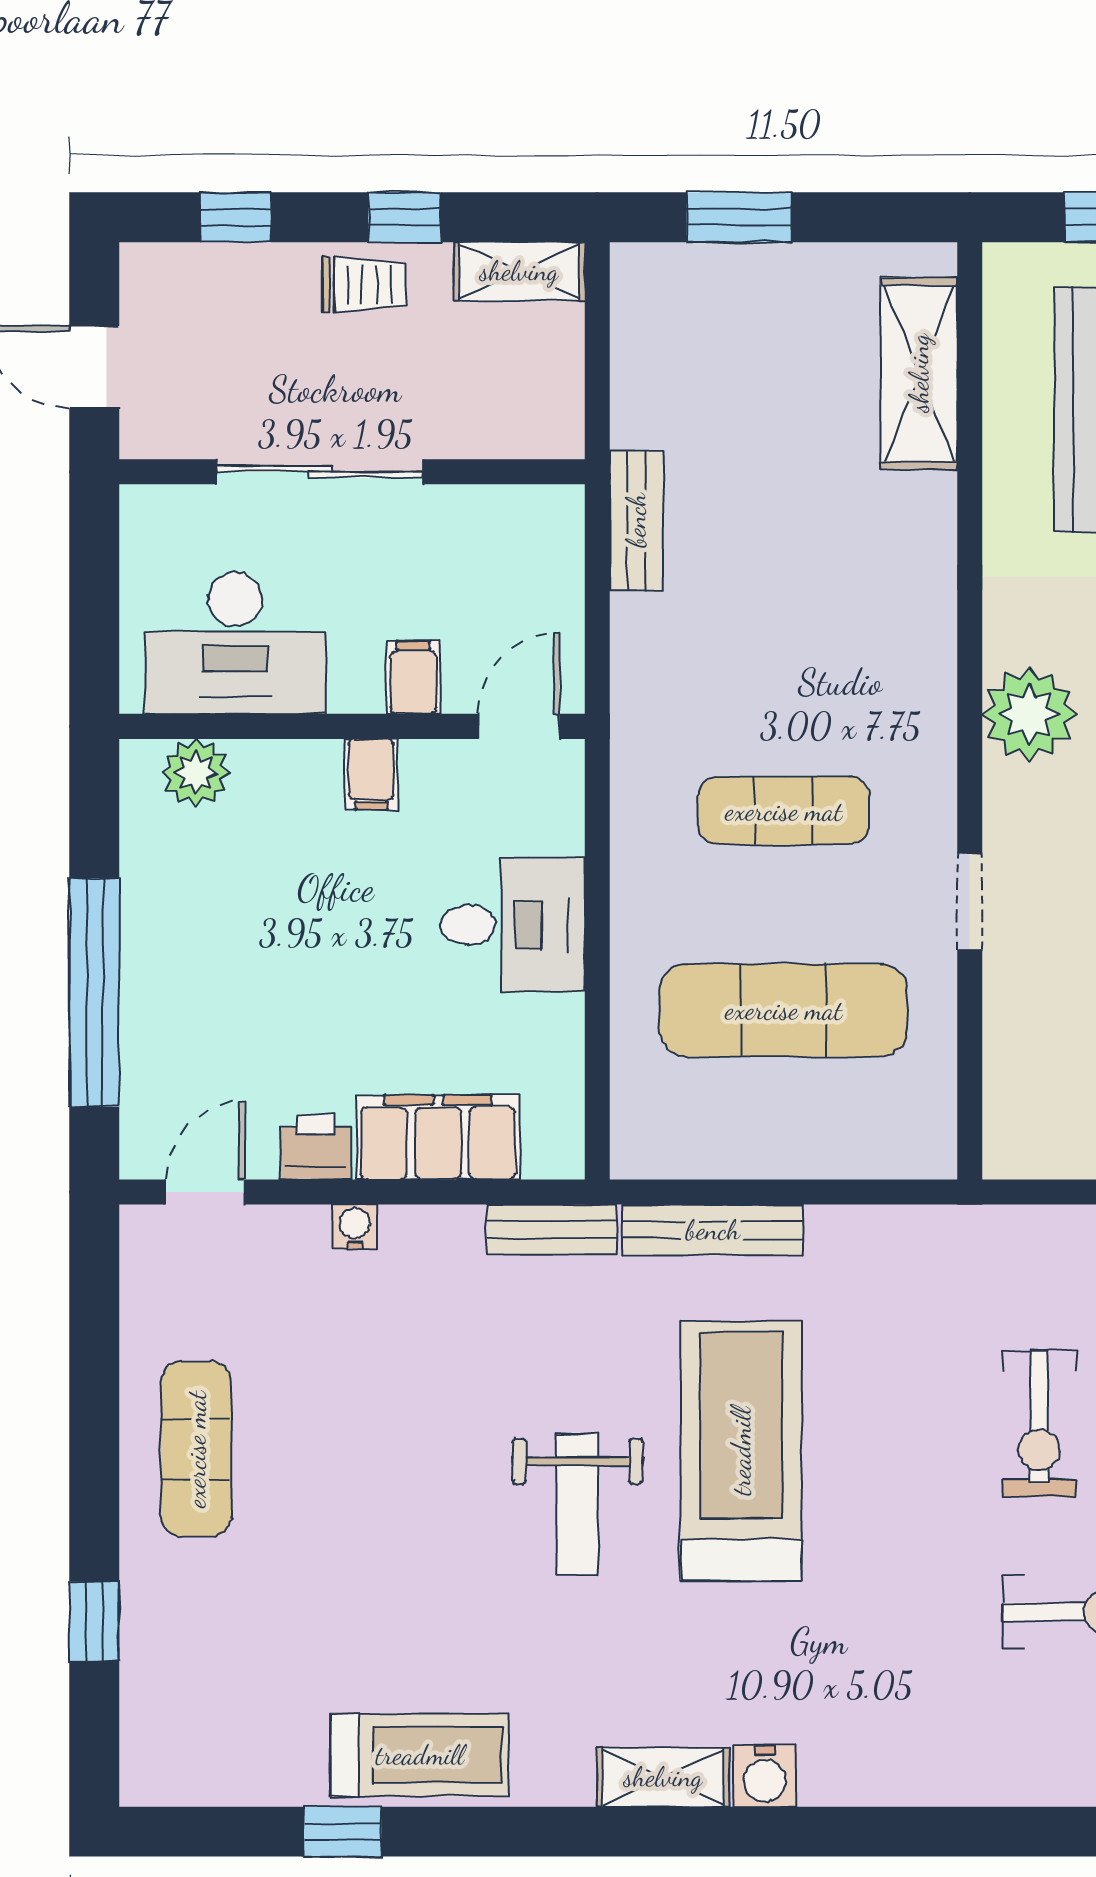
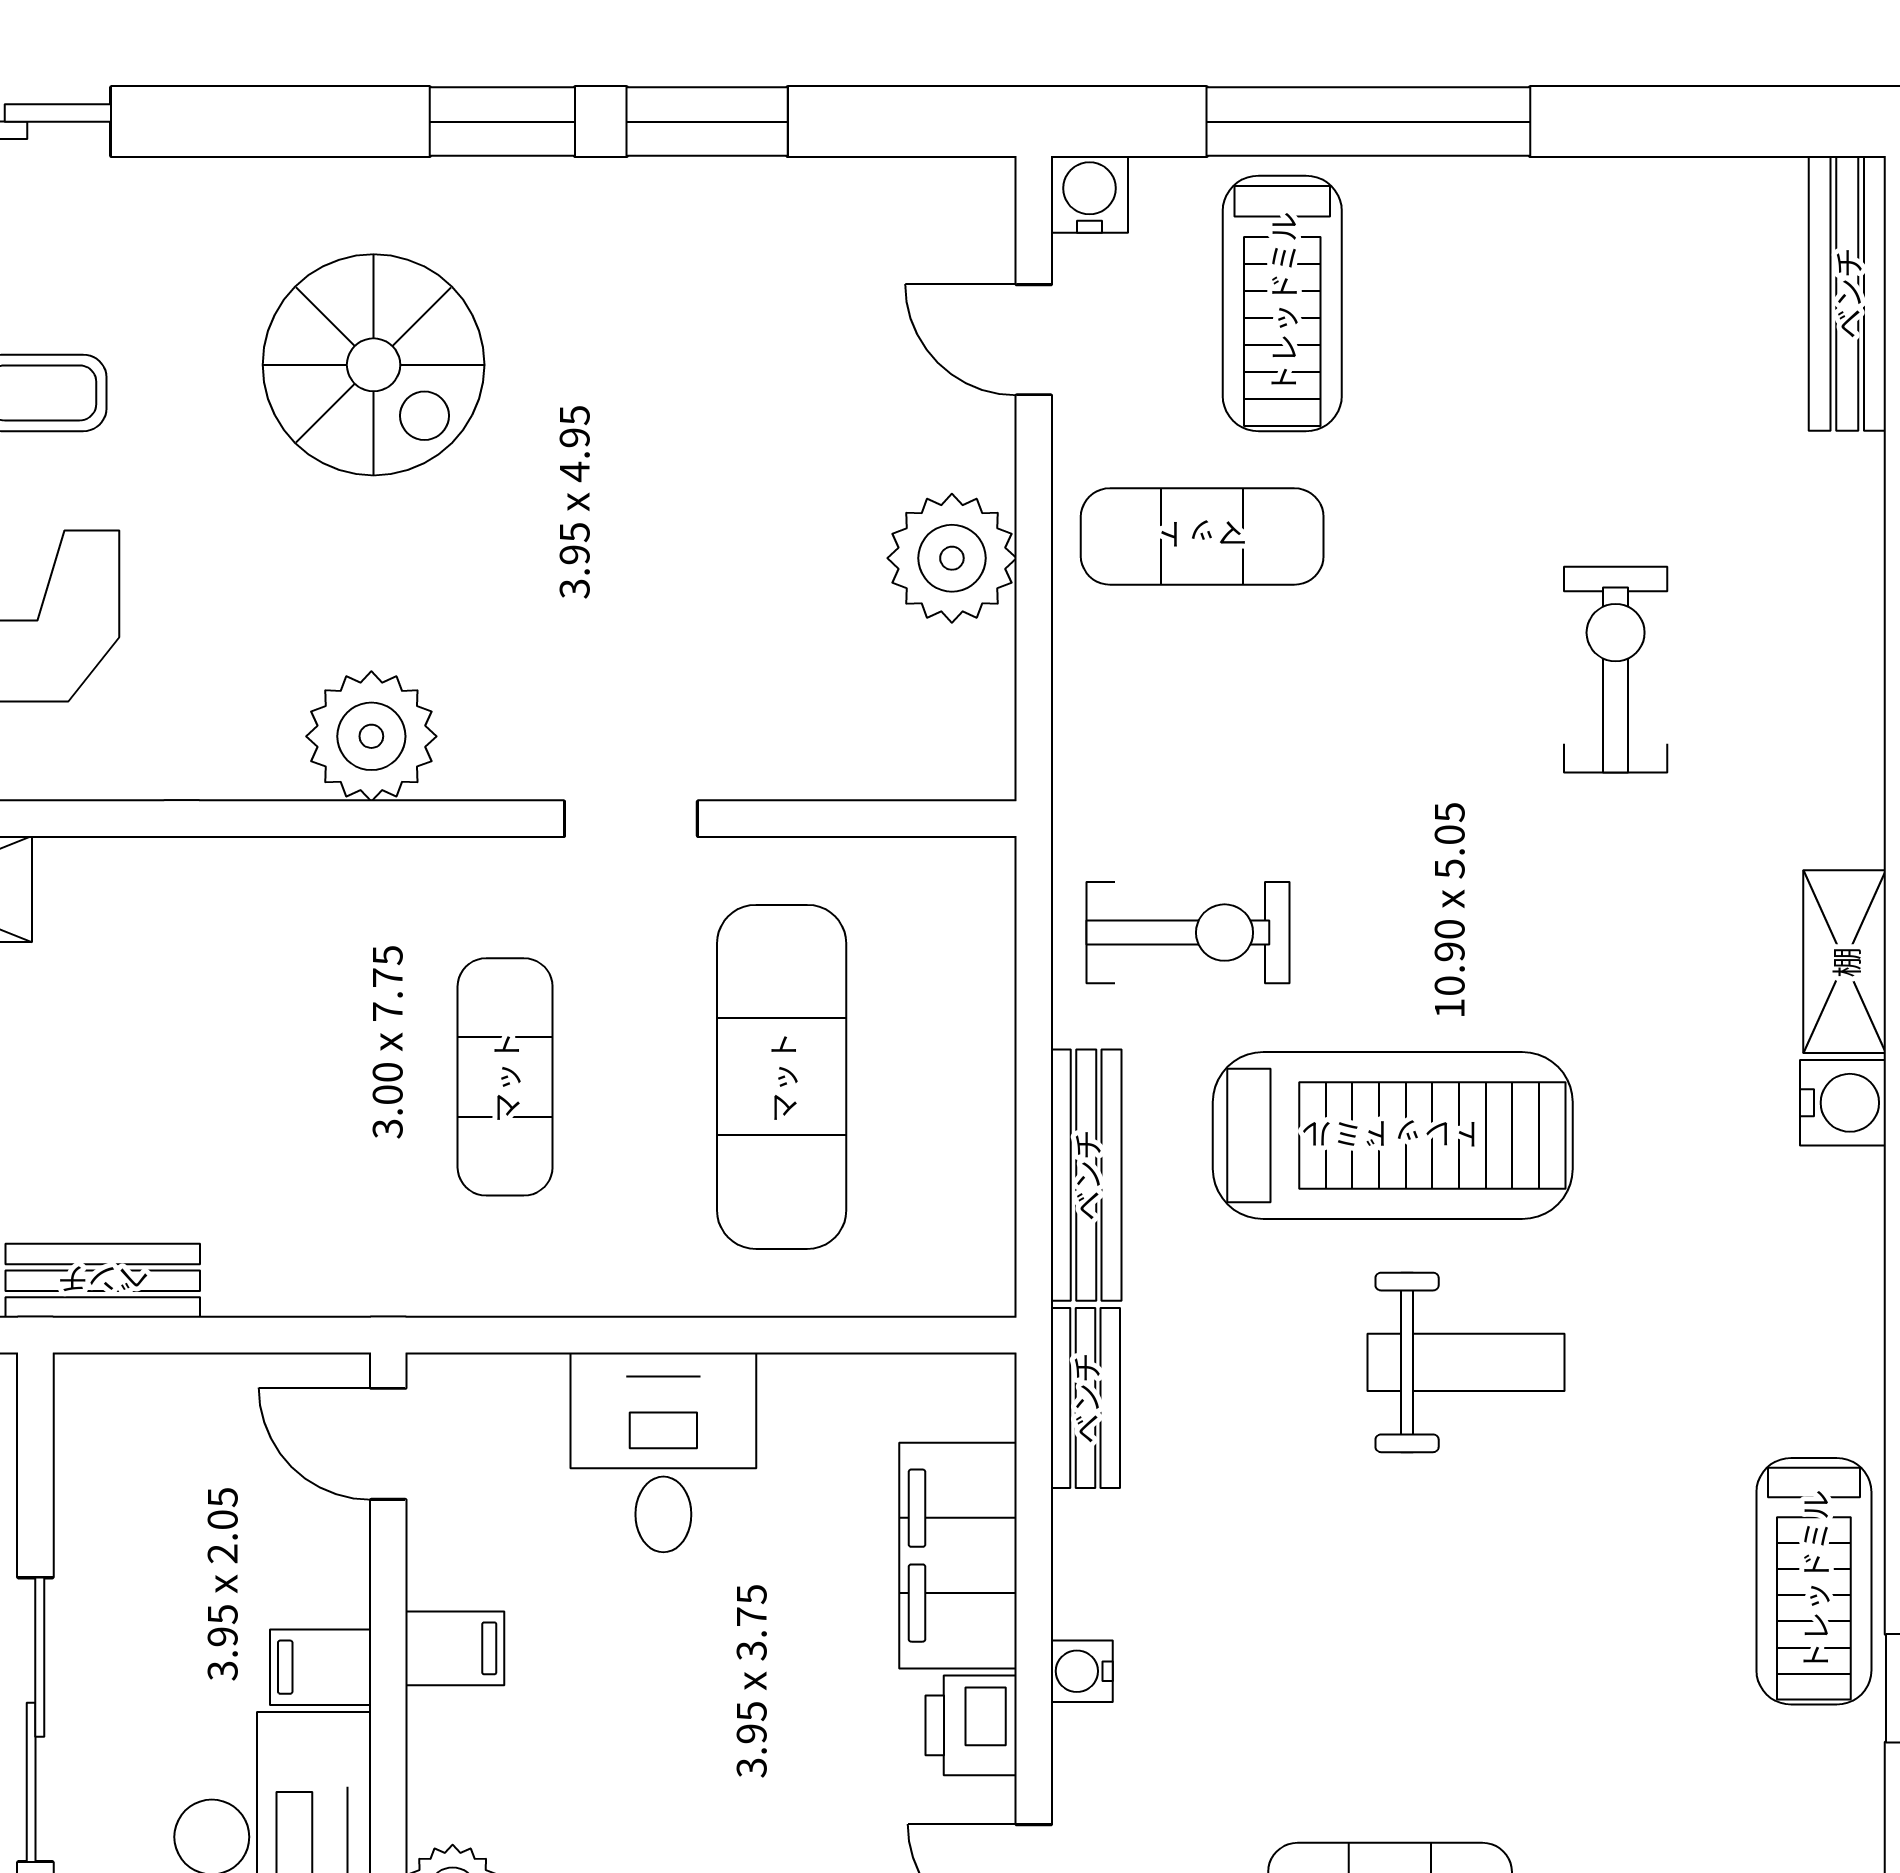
filing cabinet: (413, 677) -> (321, 1667), moved
exercise bike: (1039, 1423) -> (1188, 933), moved
treadmill: (741, 1451) -> (1393, 1136), turned 180
treadmill: (420, 1755) -> (1814, 1581), turned 180
shelving: (663, 1777) -> (1845, 962), moved

